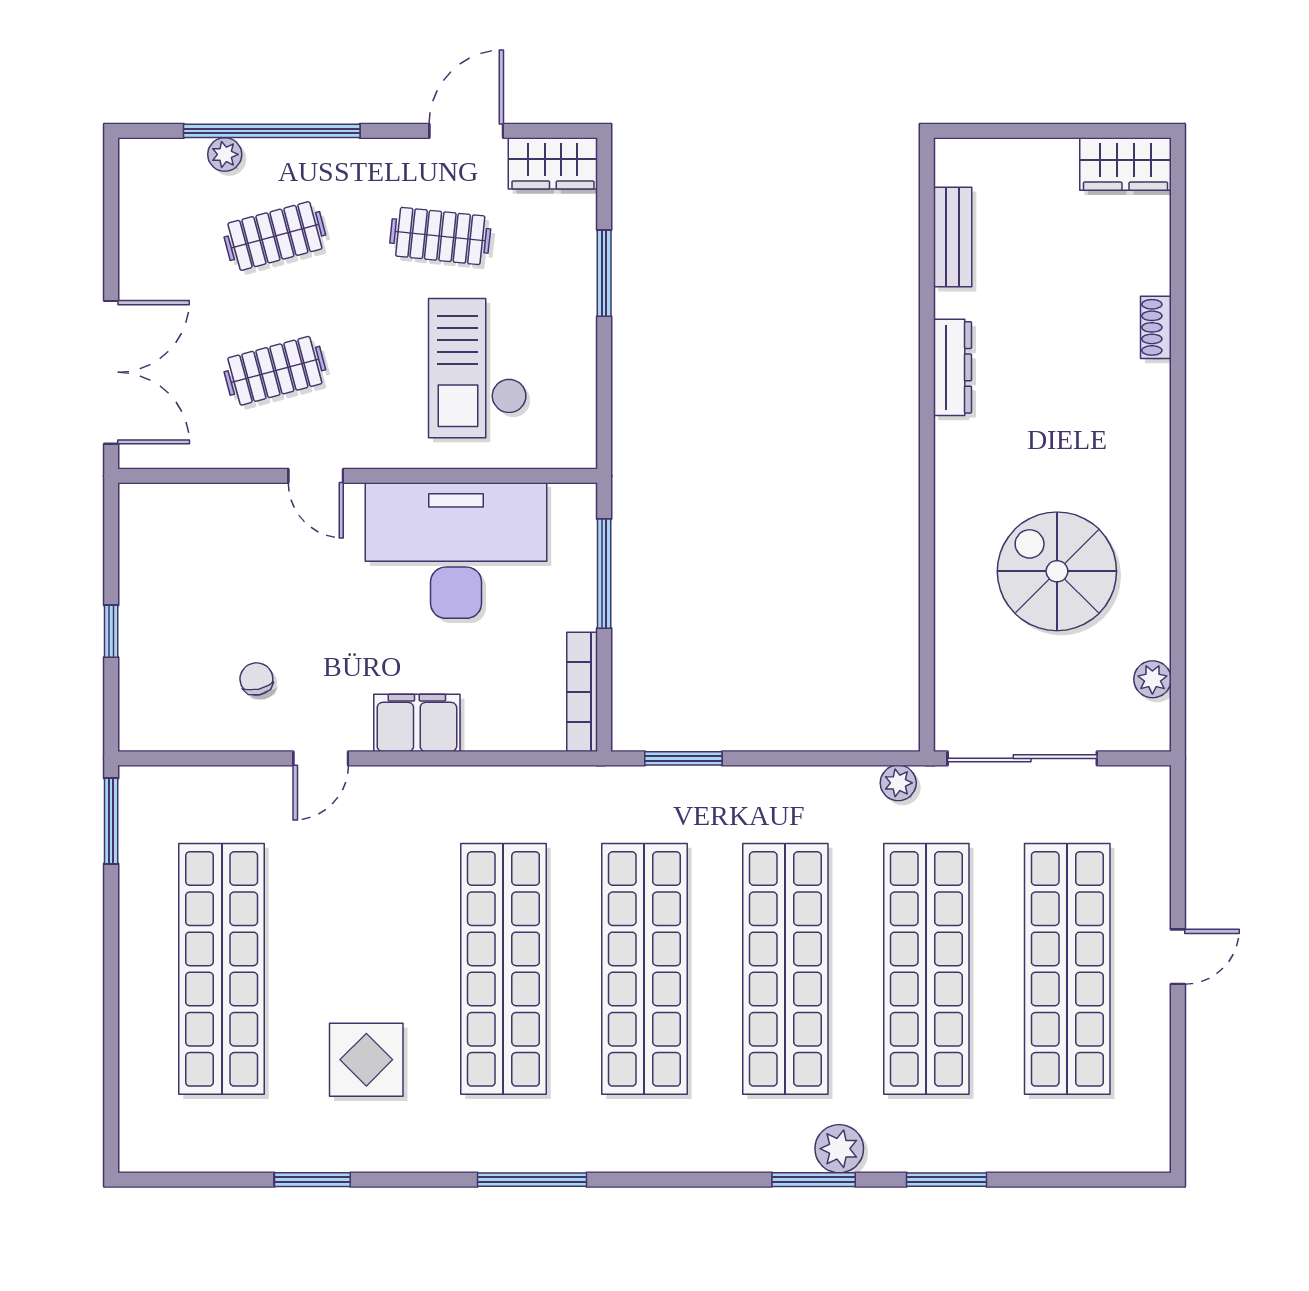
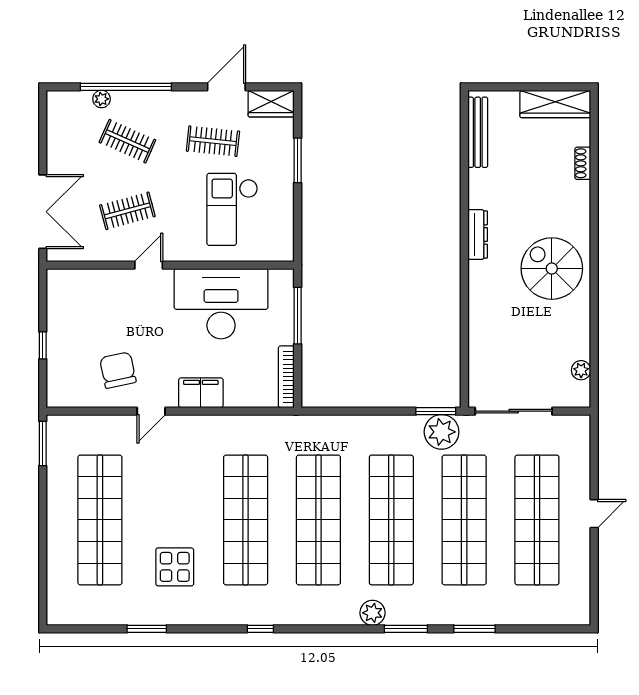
wardrobe: (1125, 164) -> (555, 104), width x1.50
clothes rail: (275, 236) -> (127, 141), turned 39
bench: (953, 237) -> (478, 132), width x1.36
shoe rack: (1156, 327) -> (583, 163), moved
dresser: (952, 367) -> (478, 235), moved
door: (316, 476) -> (149, 265), swing flipped
spiral stairs: (1057, 571) -> (552, 269), moved
chair: (256, 679) -> (118, 370), width x1.87, depth x1.87
window: (683, 758) -> (436, 411), moved
plant: (898, 783) -> (442, 432), width x1.88, depth x1.88
plant: (839, 1149) -> (373, 613), moved
window: (532, 1180) -> (260, 629), width x0.46

